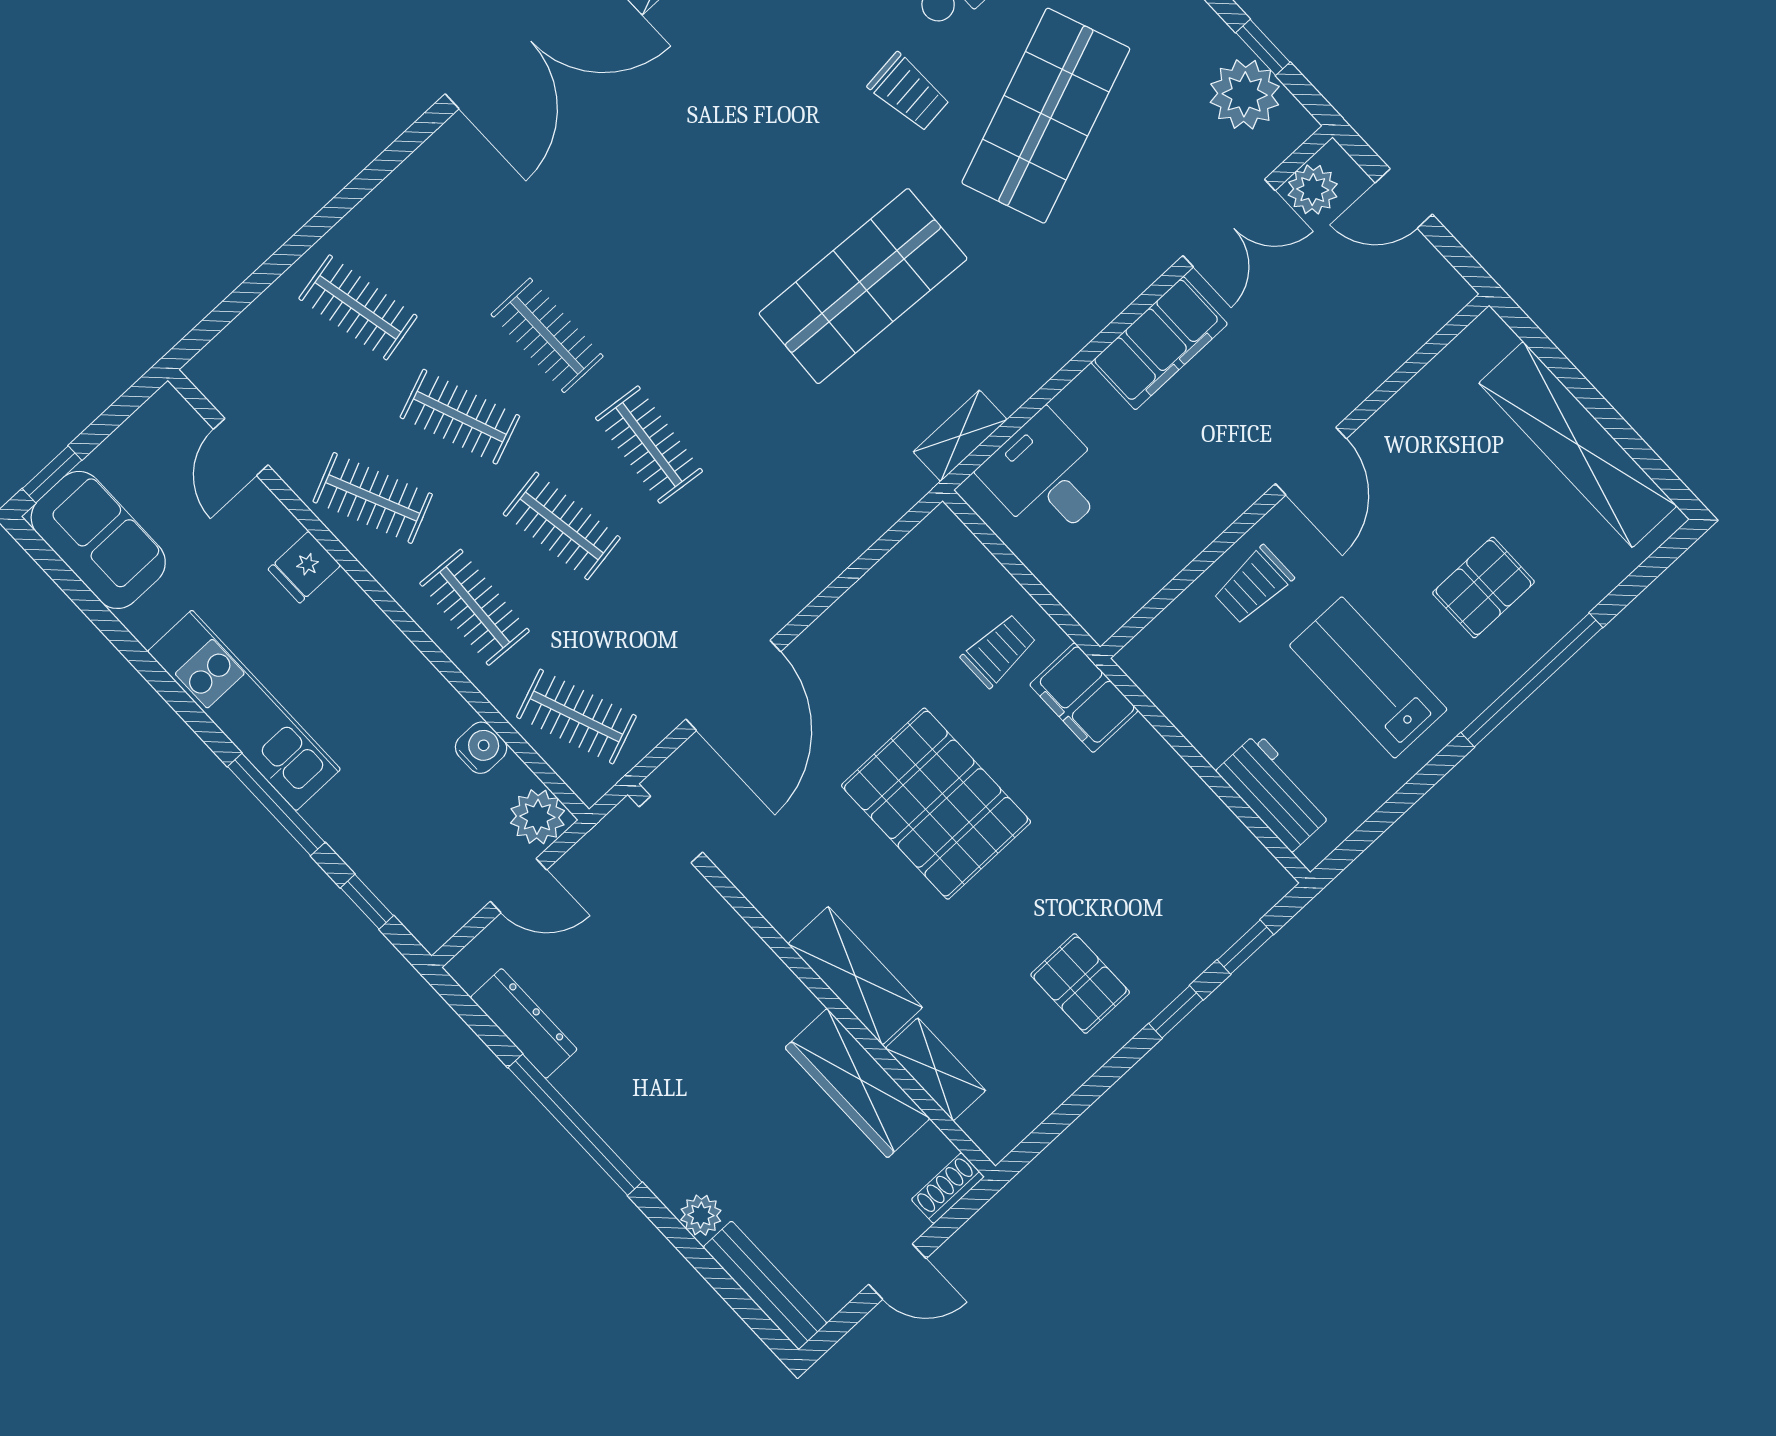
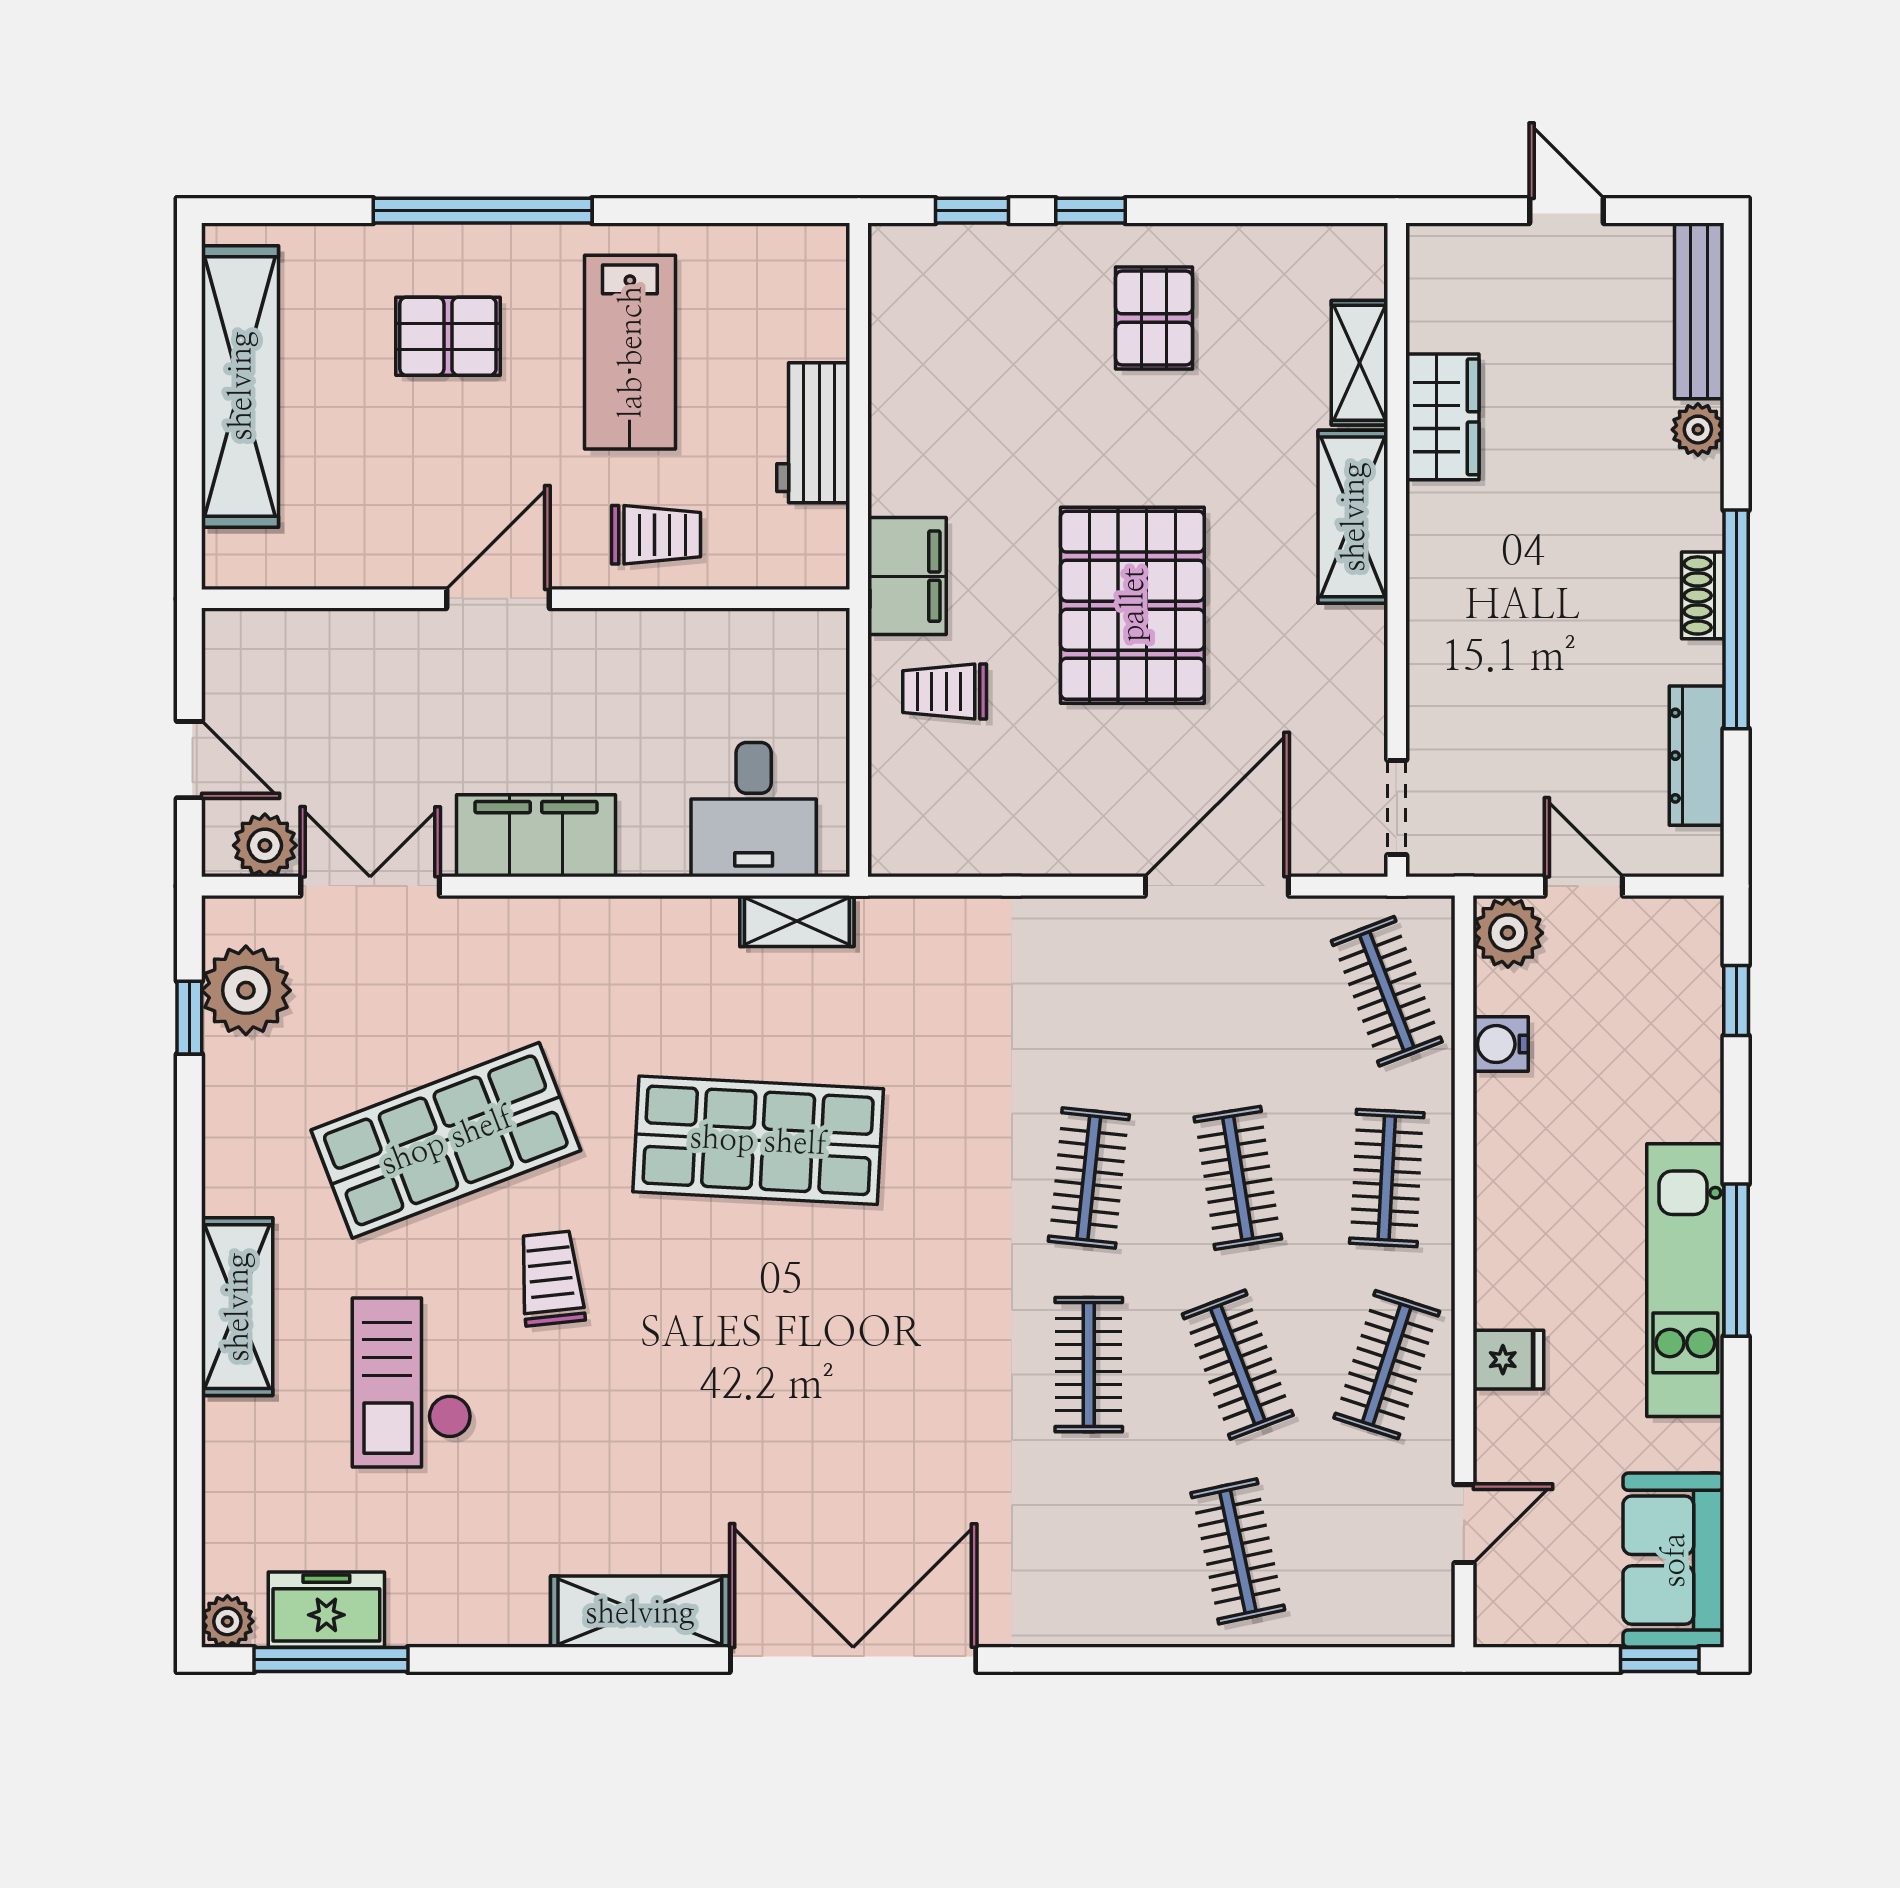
clothes rail: (373, 498) -> (1387, 1365), turned 42
workbench: (1275, 792) -> (813, 433), moved
window: (276, 804) -> (1736, 1260), moved
wardrobe: (857, 1083) -> (1442, 417), width x0.67
shoe rack: (948, 1188) -> (1703, 595), moved, turned 90

